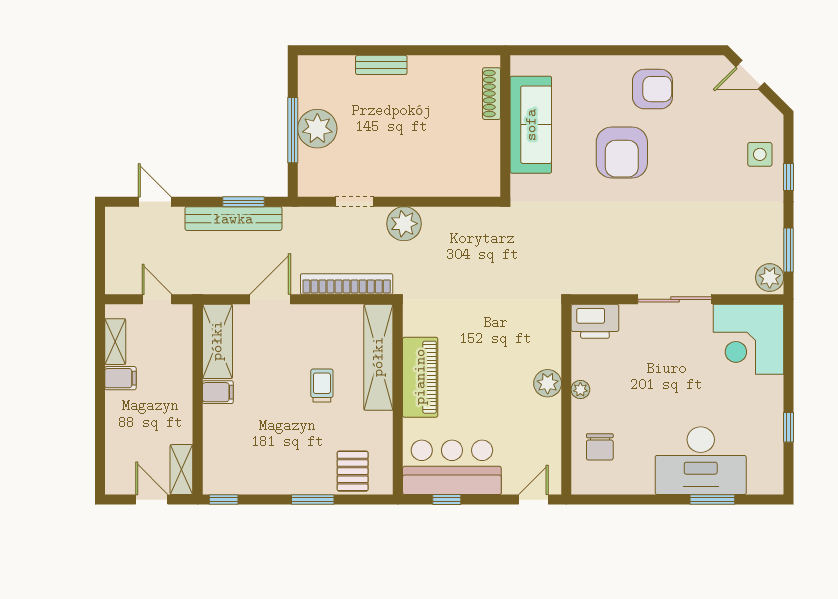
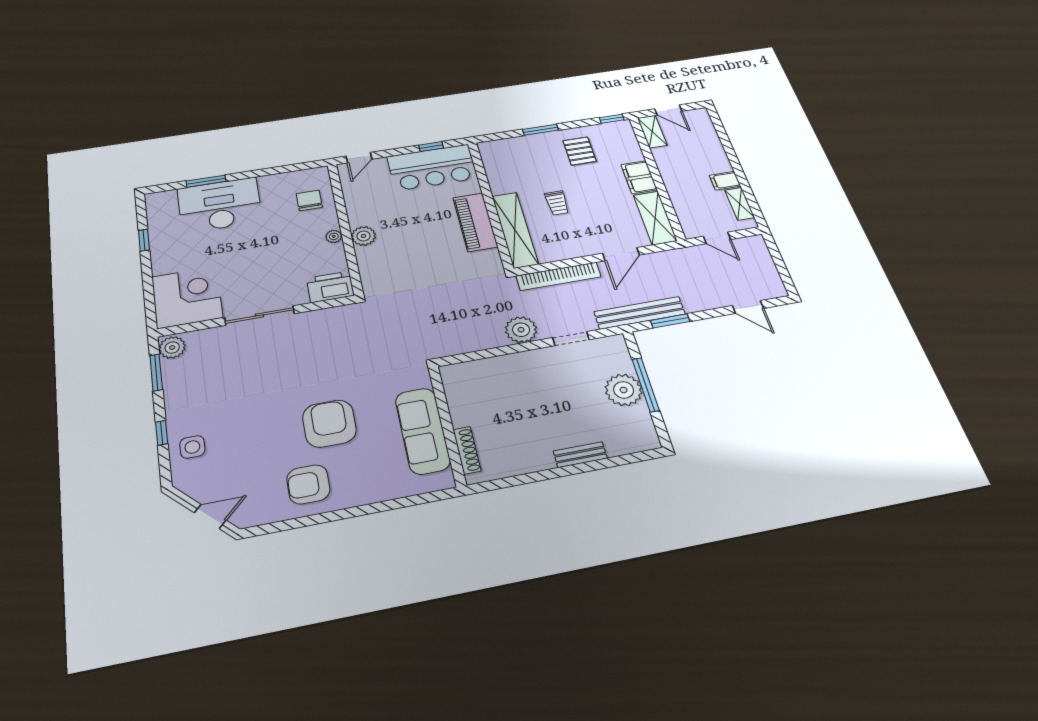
bench: (233, 219) -> (640, 313), moved
filing cabinet: (218, 392) -> (639, 177), width x2.00
pallet: (353, 471) -> (580, 151), moved

